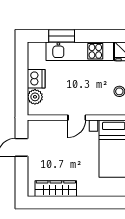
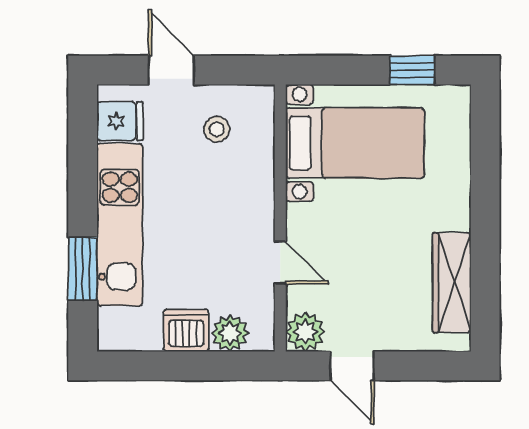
door: (77, 118) -> (280, 263), moved
plant: (35, 128) -> (305, 332), added

